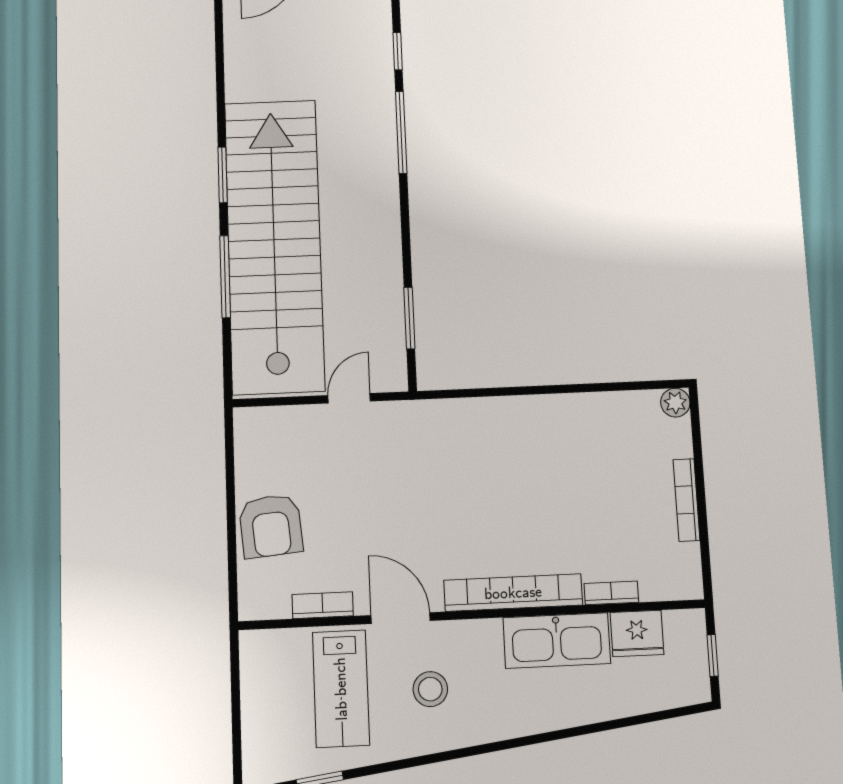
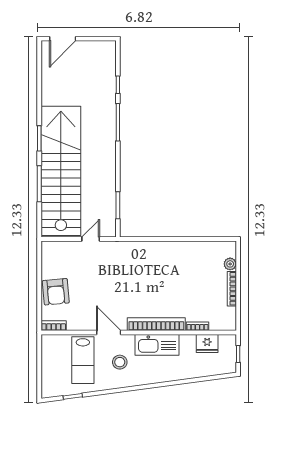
plant: (675, 403) -> (230, 264), moved
bookcase: (323, 605) -> (54, 326), moved
kitchen sink: (557, 641) -> (157, 345), moved

